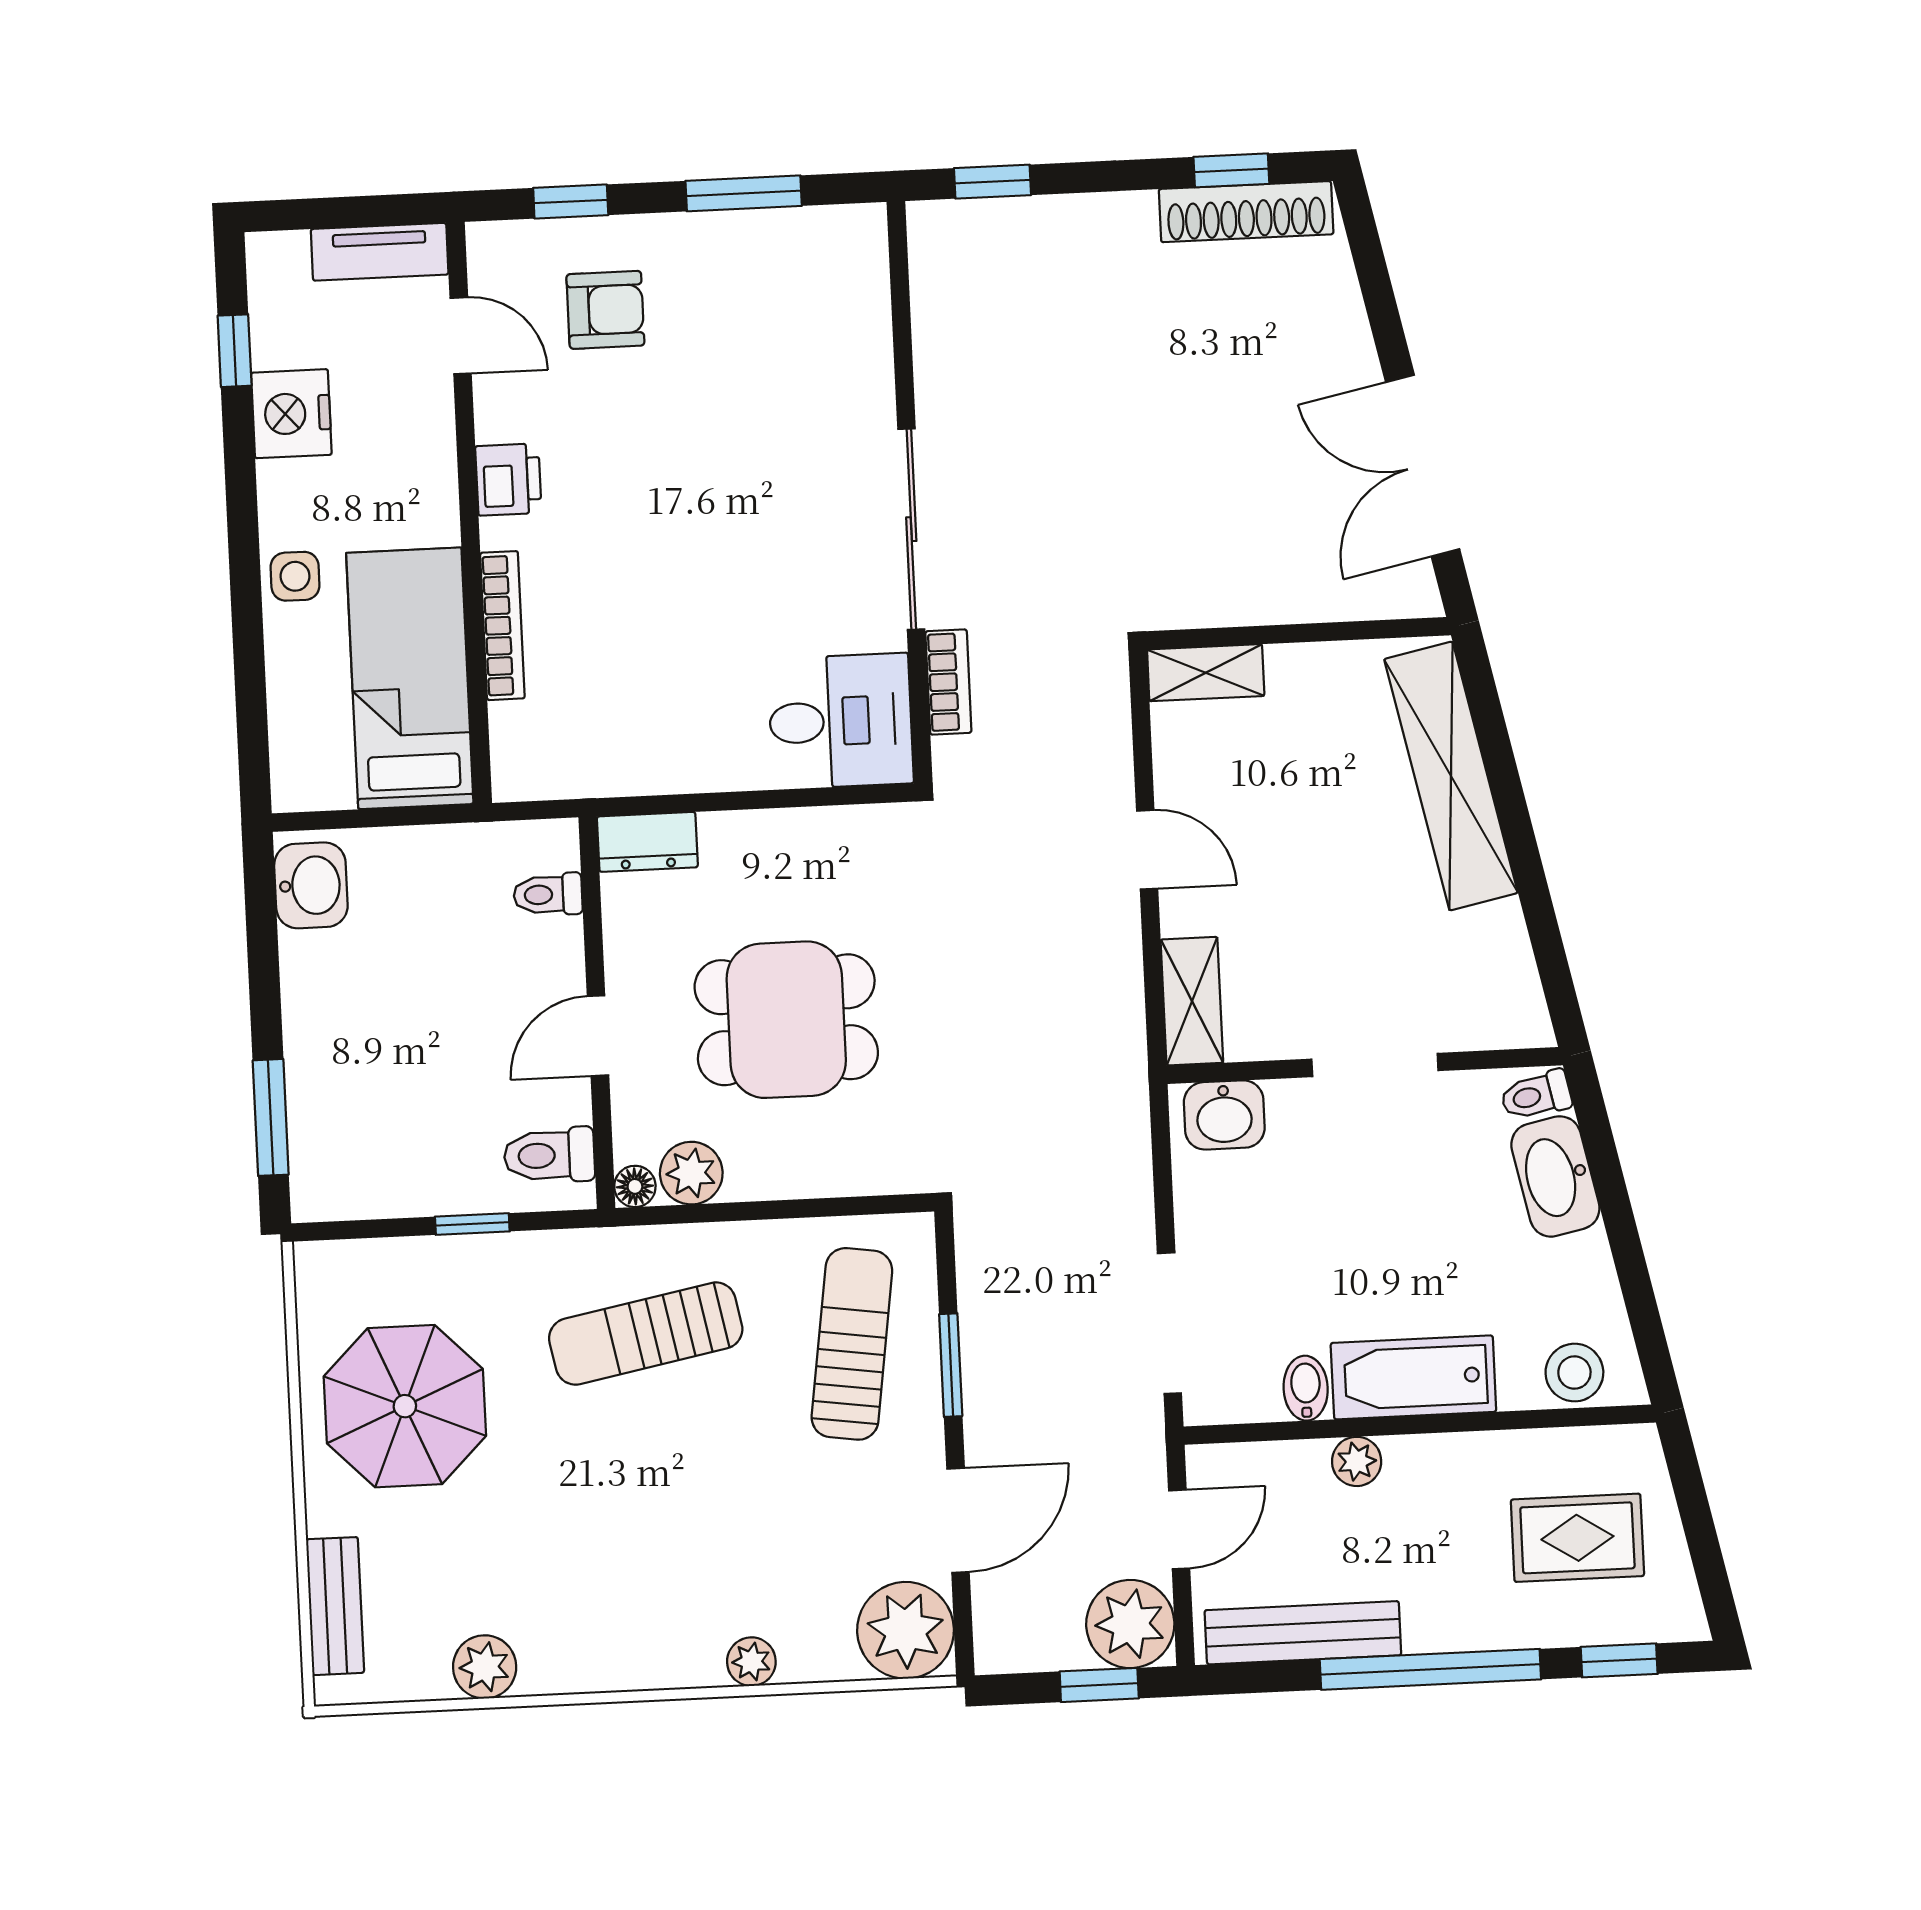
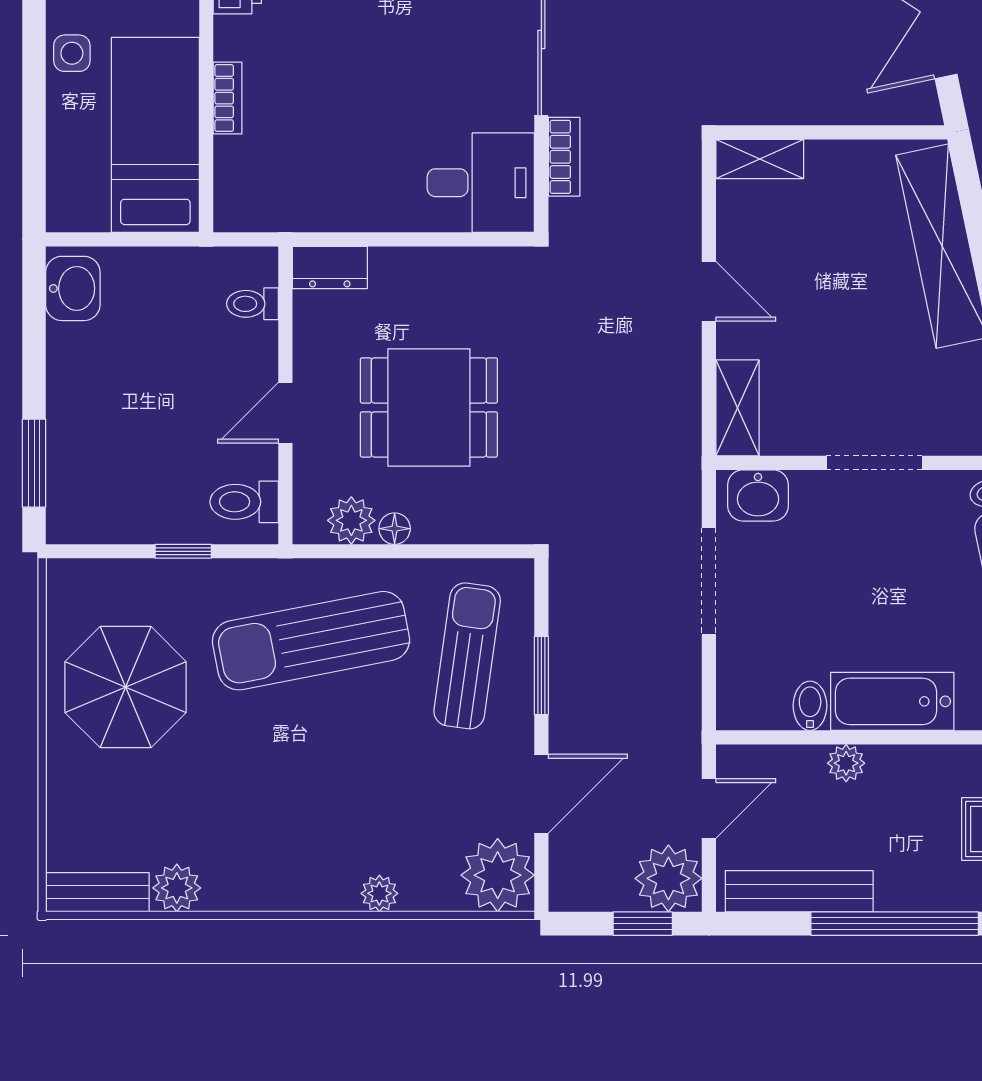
bookcase: (502, 626) -> (228, 98), width x0.64
floor lamp: (635, 1186) -> (395, 529), moved
doorway: (1169, 1323) -> (709, 581), moved
sun lounger: (646, 1334) -> (311, 641), width x1.36, depth x1.34
bench: (335, 1606) -> (97, 892), moved, turned 90

